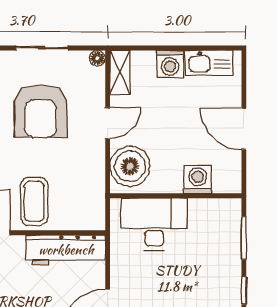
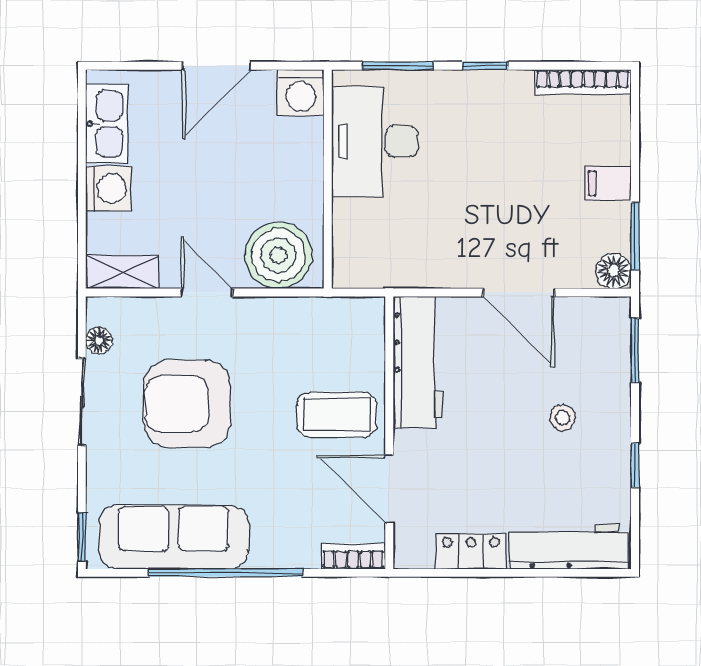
floor lamp: (97, 58) -> (99, 341), moved
armchair: (41, 111) -> (187, 404), turned 180
washing machine: (198, 180) -> (301, 93), moved, turned -90
desk: (154, 224) -> (375, 141), moved

